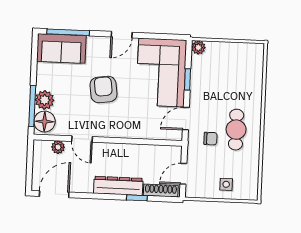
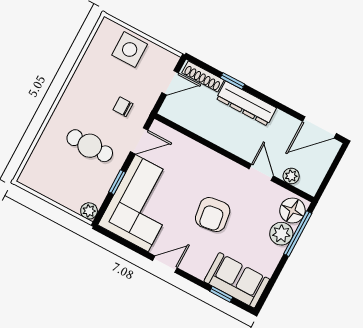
window: (68, 32) -> (221, 294), width x0.46
cafe table: (236, 130) -> (90, 146), moved, turned 90
side table: (226, 184) -> (130, 50), width x1.87, depth x1.87

